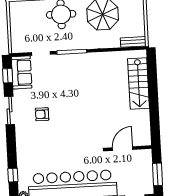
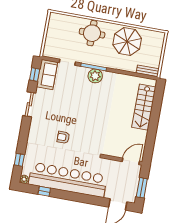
plant: (76, 61) -> (95, 76), added
armchair: (42, 114) -> (63, 137), moved
door: (123, 149) -> (131, 161), moved

